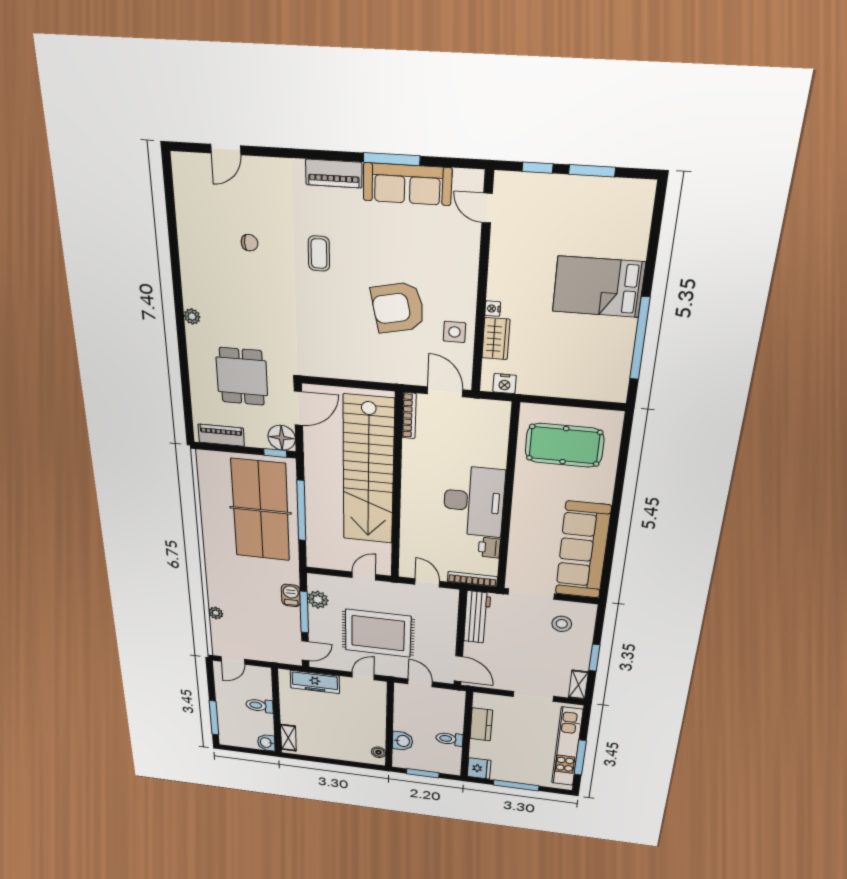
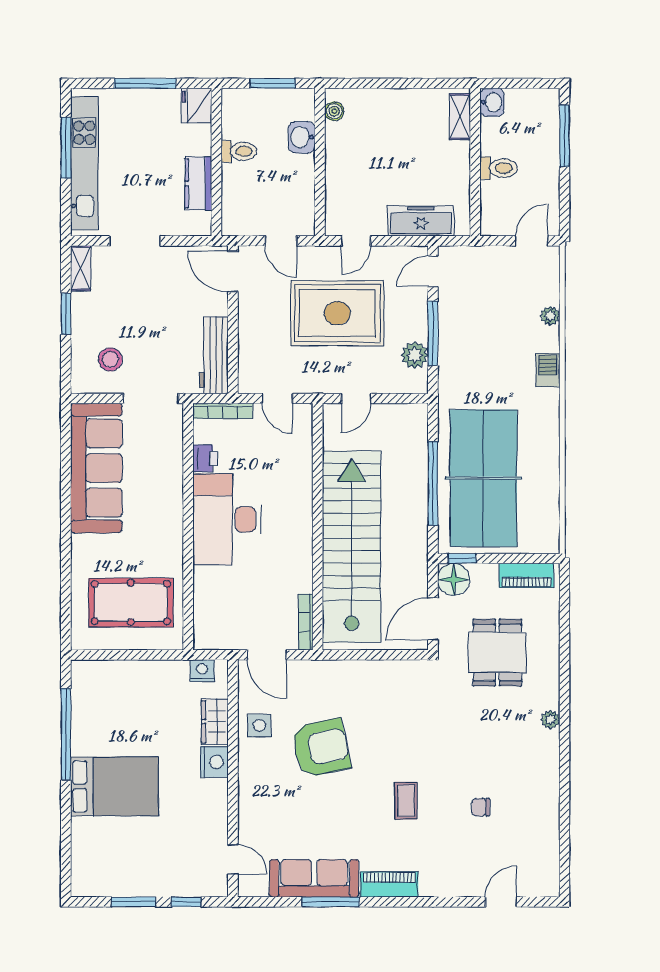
nightstand: (493, 309) -> (214, 762), width x1.89, depth x1.79
barbecue: (291, 595) -> (548, 370), moved, turned 180

